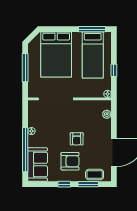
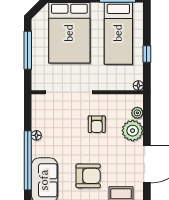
plant: (103, 127) -> (133, 131), added
armchair: (77, 139) -> (97, 124), moved

